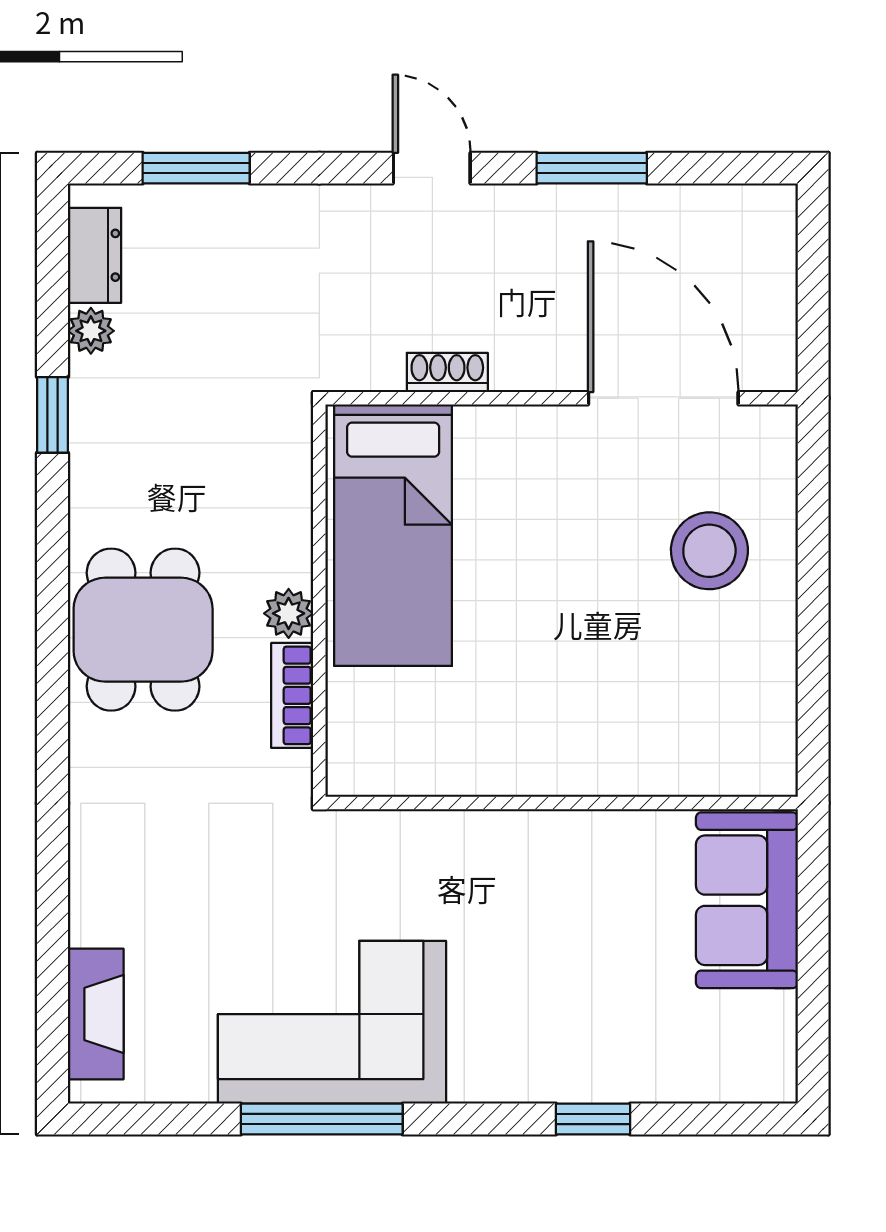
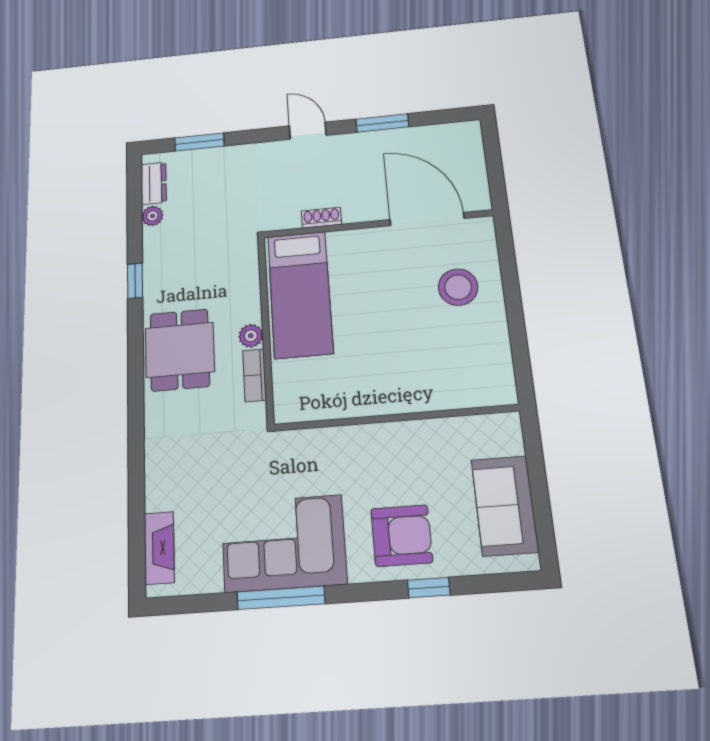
window: (52, 415) -> (135, 281), moved
sofa: (747, 900) -> (505, 506), moved
armchair: (553, 1024) -> (402, 536), added

